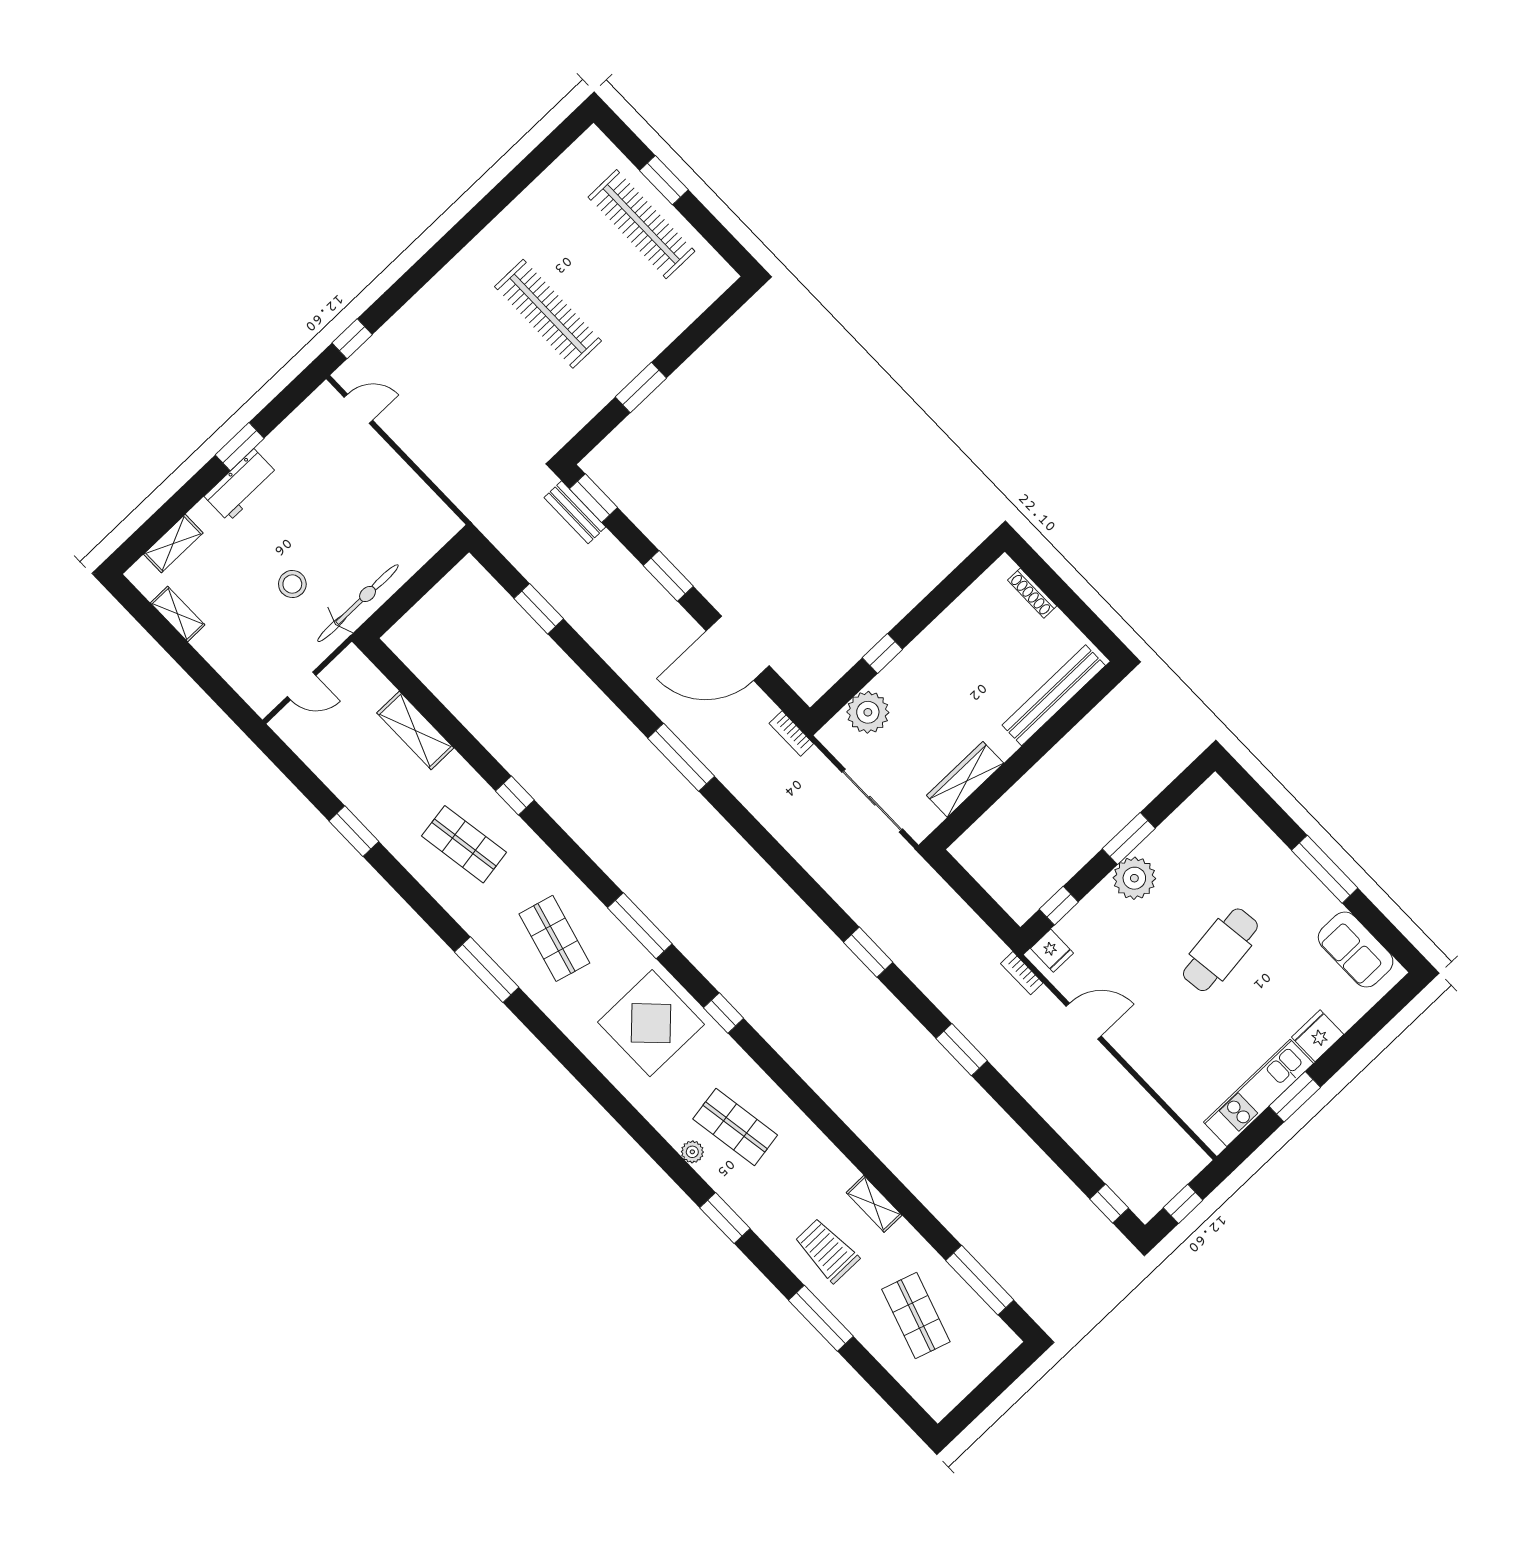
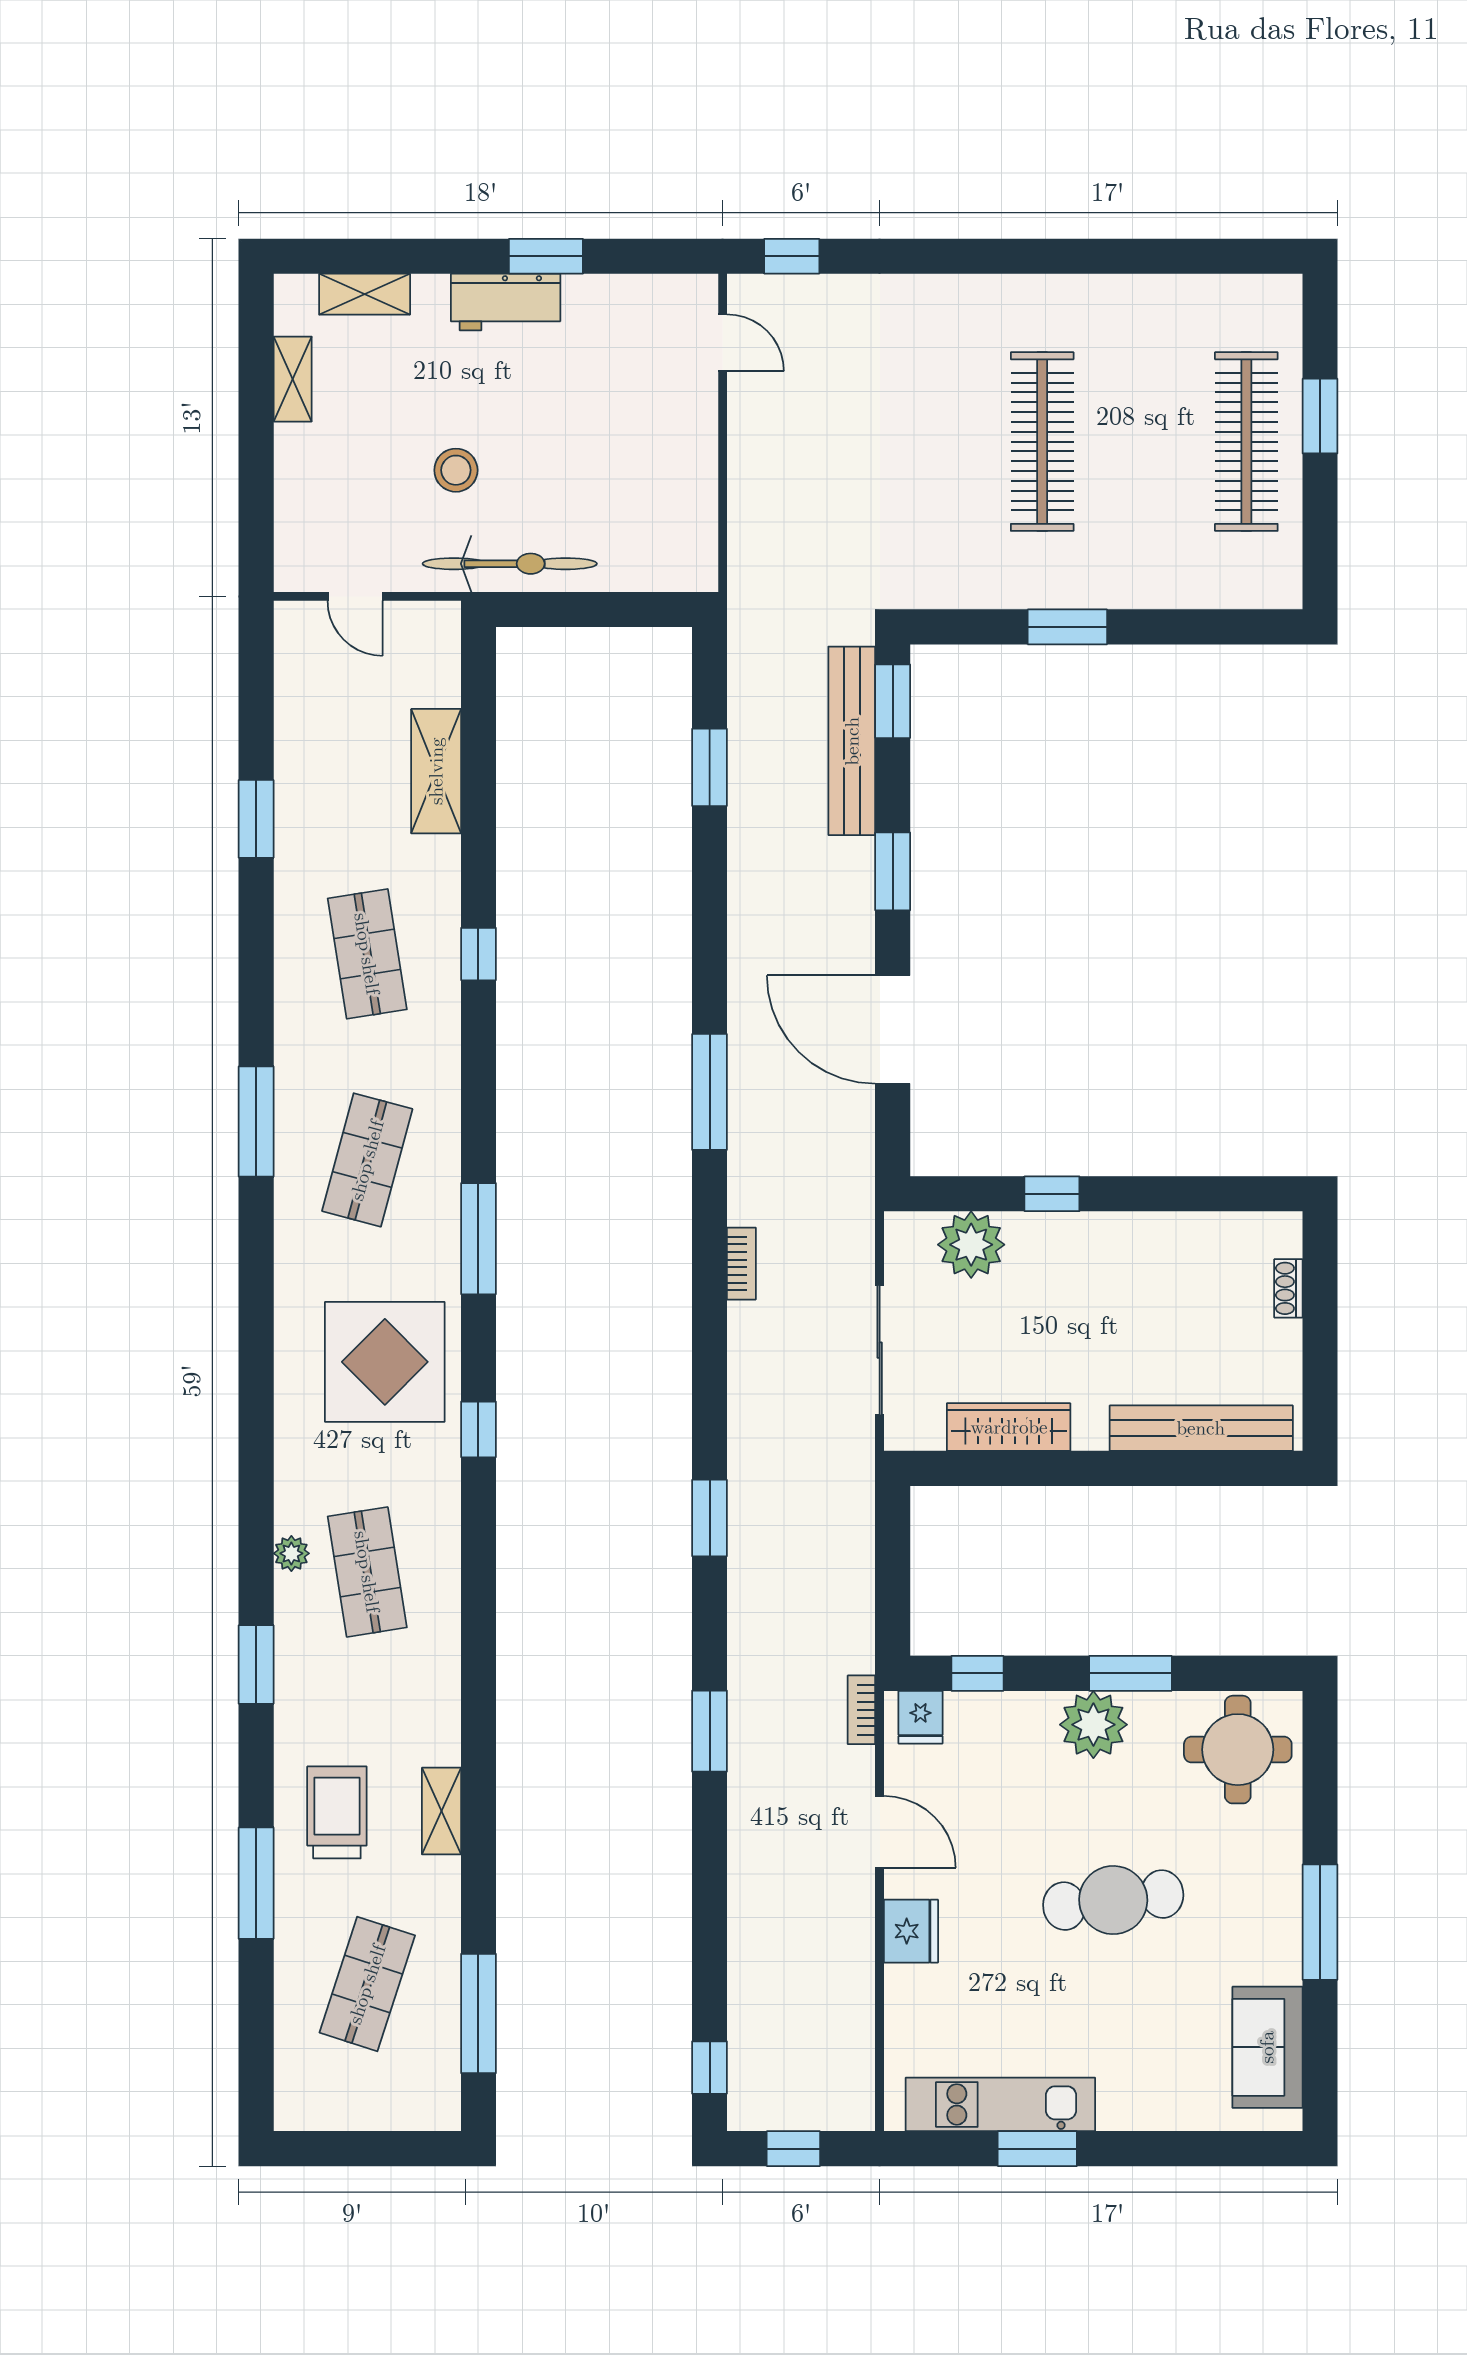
bench: (575, 512) -> (852, 741), width x1.86, depth x1.21
shoe rack: (1032, 593) -> (1288, 1288), width x0.70
bookcase: (791, 733) -> (741, 1264), moved, turned 180
round table: (1211, 826) -> (1238, 1750), added
fridge: (1318, 1036) -> (911, 1931), moved, turned 90

